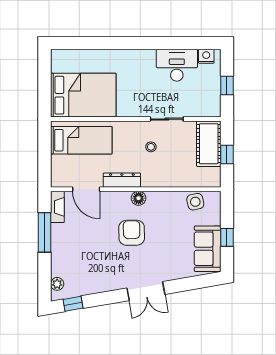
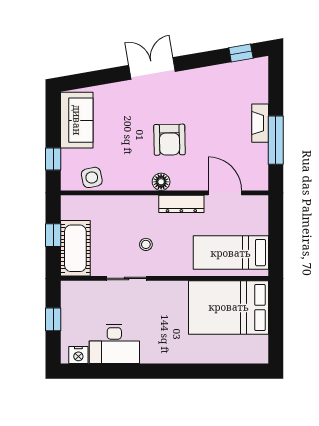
fireplace: (57, 207) -> (260, 123), moved
window: (227, 237) -> (53, 159), moved
plant: (57, 284) -> (260, 77), removed

